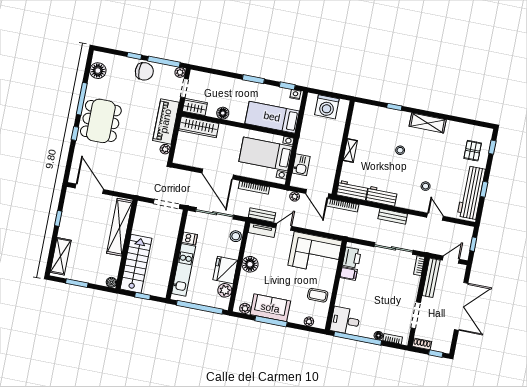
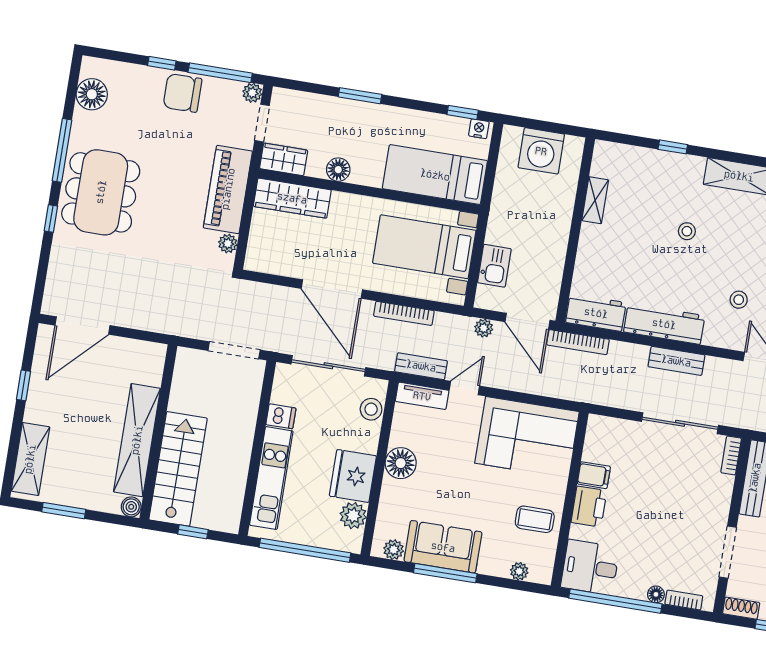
chair: (144, 71) -> (182, 93), turned 180
window: (253, 79) -> (360, 96), moved
shelving: (350, 150) -> (595, 200), moved
door: (89, 189) -> (83, 325), swing flipped
workbench: (382, 196) -> (664, 324), width x1.38
shelving: (120, 227) -> (137, 440), moved
printer: (352, 258) -> (589, 507), moved

